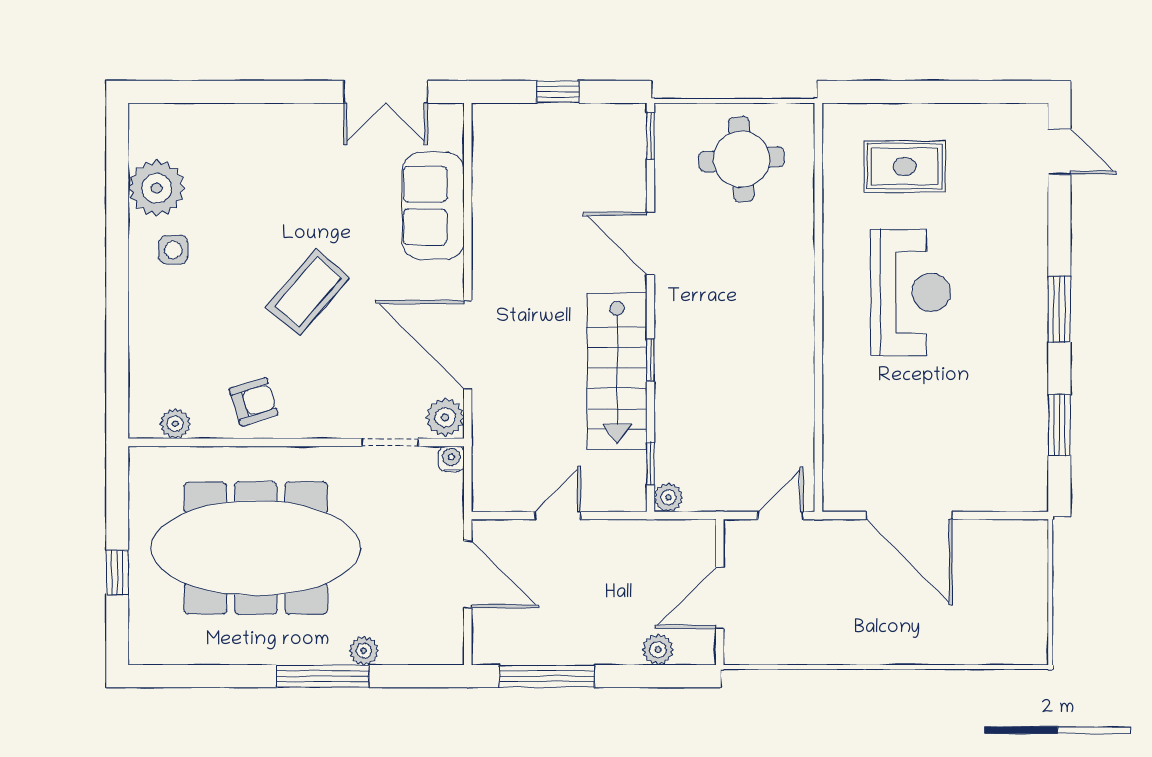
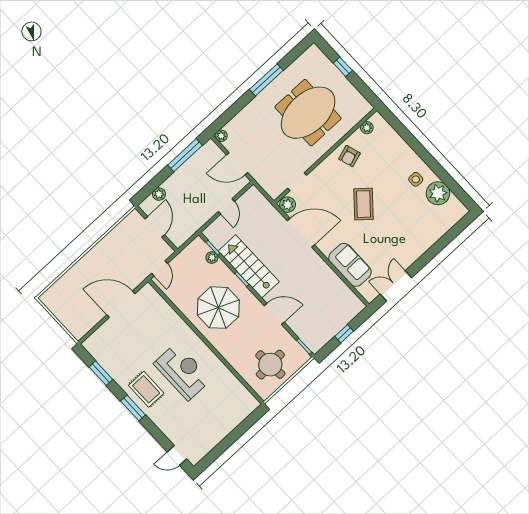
rug: (905, 166) -> (146, 389), moved, turned 90
reception desk: (910, 292) -> (182, 372), turned 180
parasol: (740, 348) -> (218, 308), added
water cooler: (451, 459) -> (274, 194), removed
plant: (668, 497) -> (212, 257), moved
meeting table: (256, 548) -> (308, 113), width x0.73
plant: (364, 651) -> (221, 136), moved
window: (323, 676) -> (266, 80), moved

